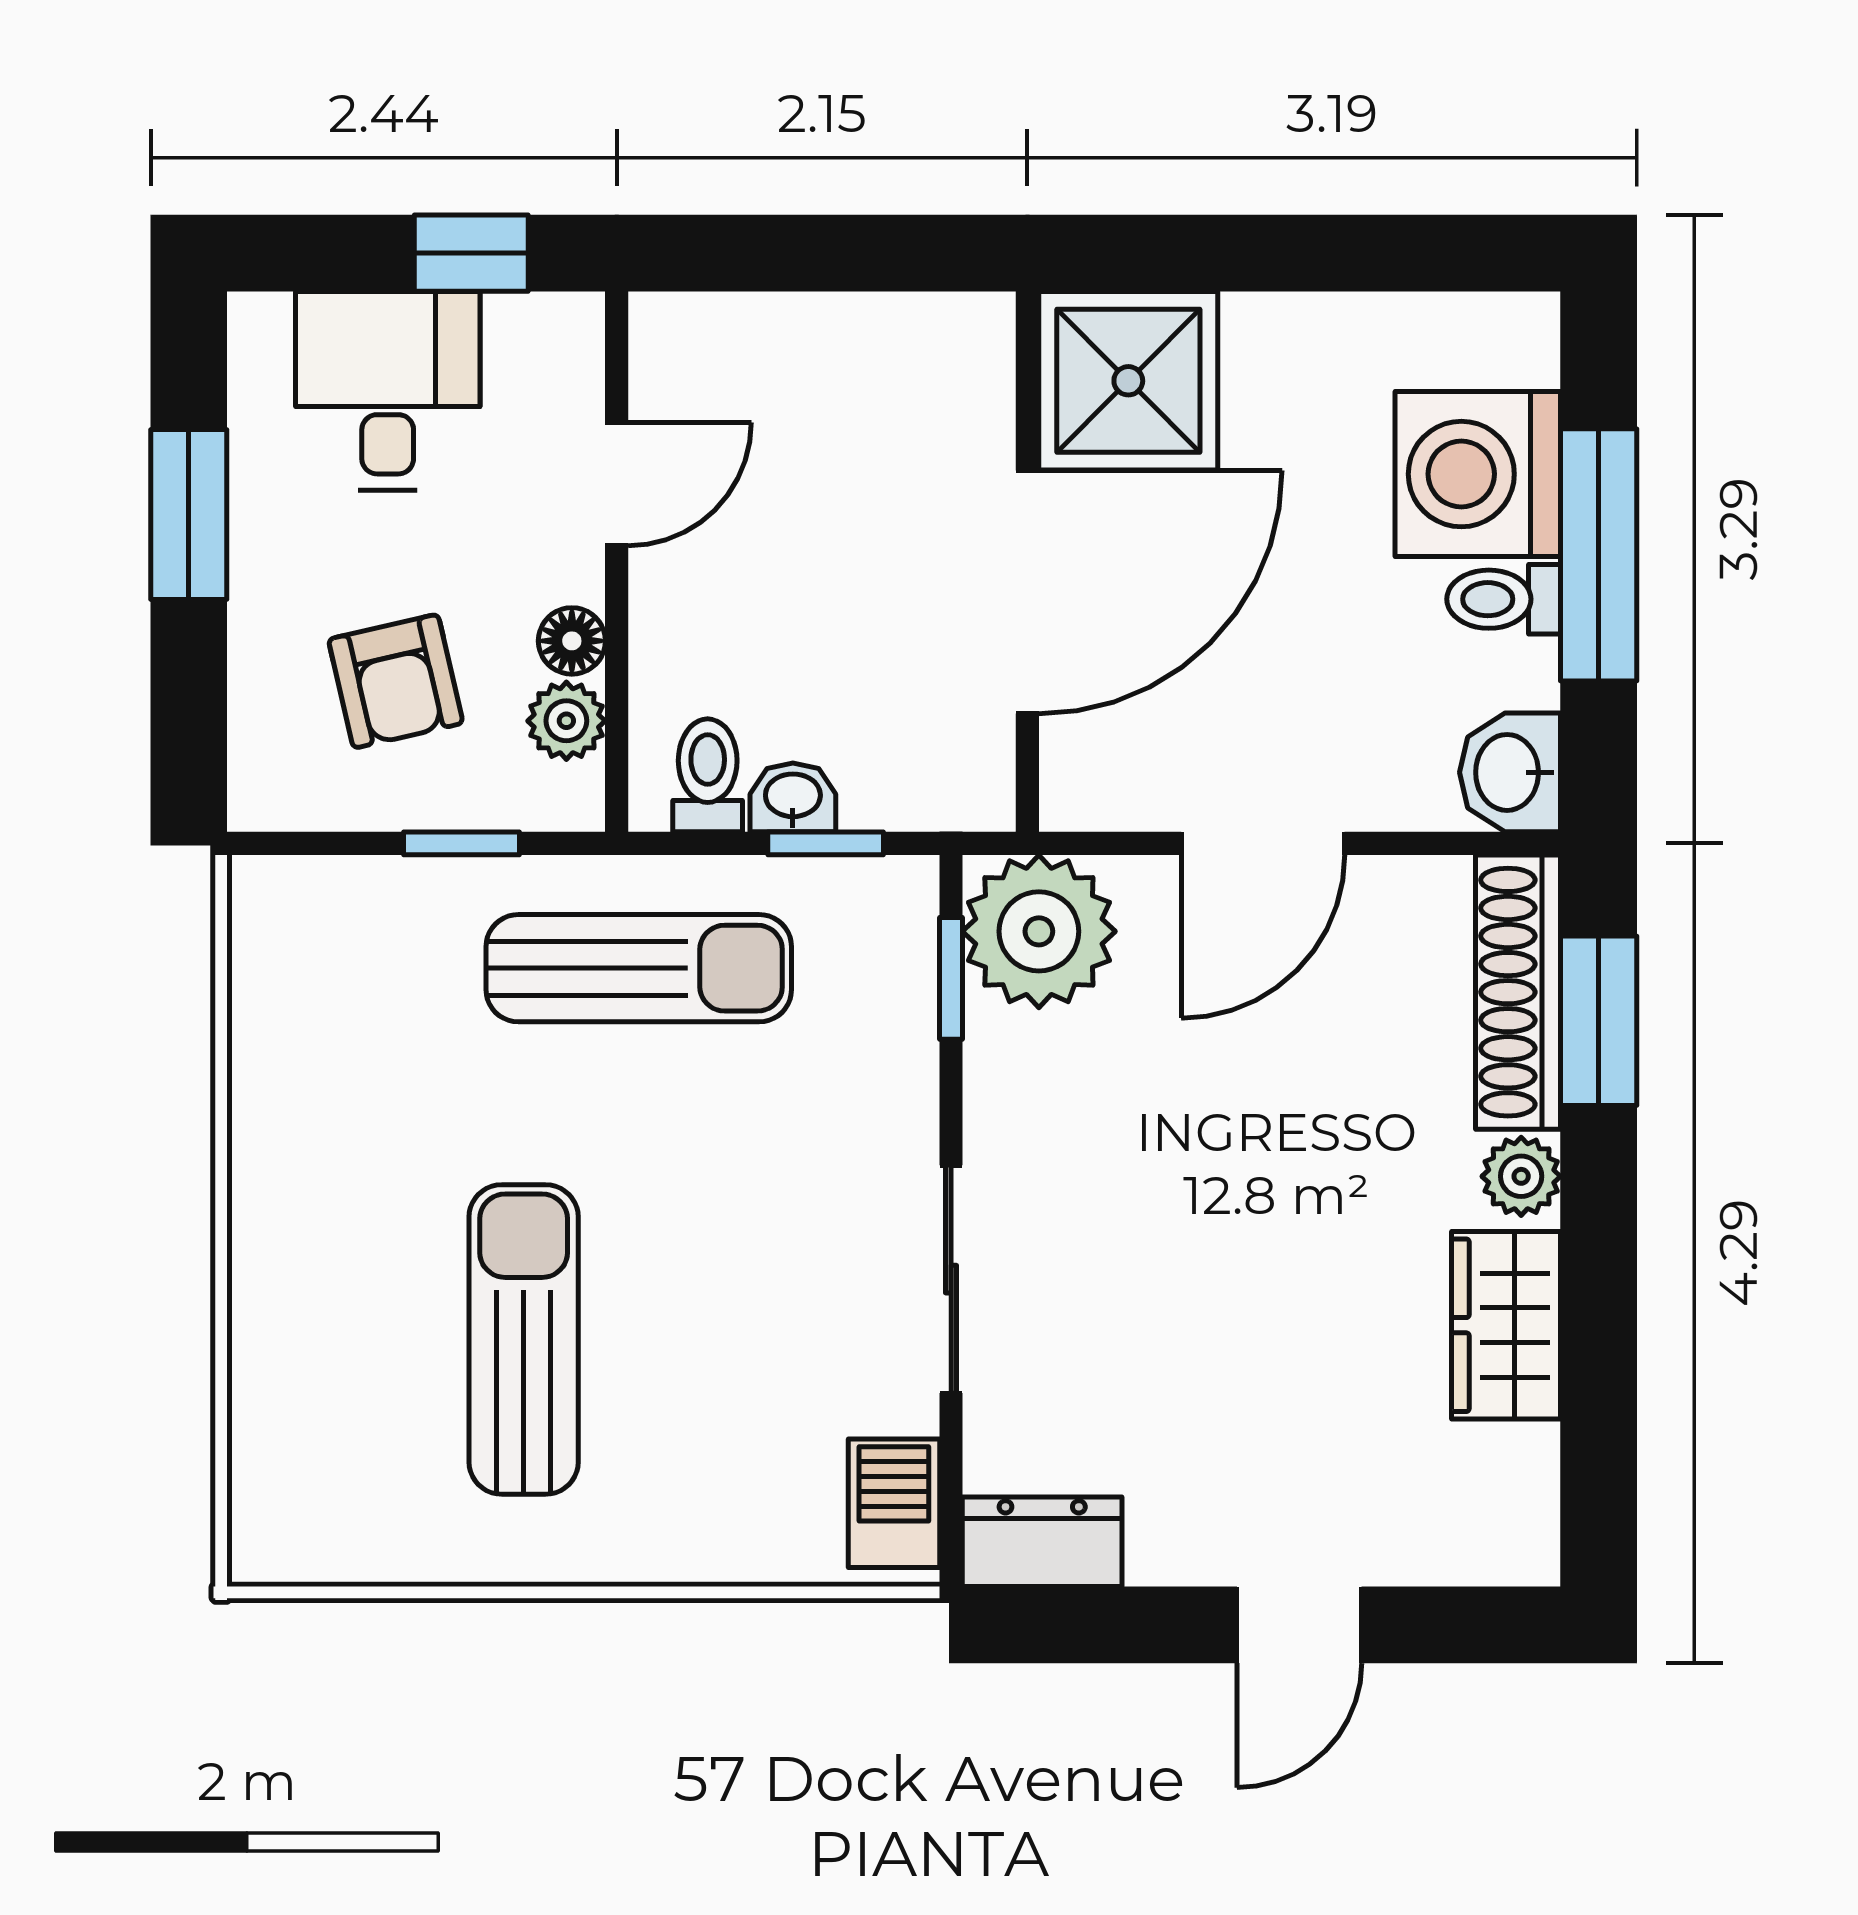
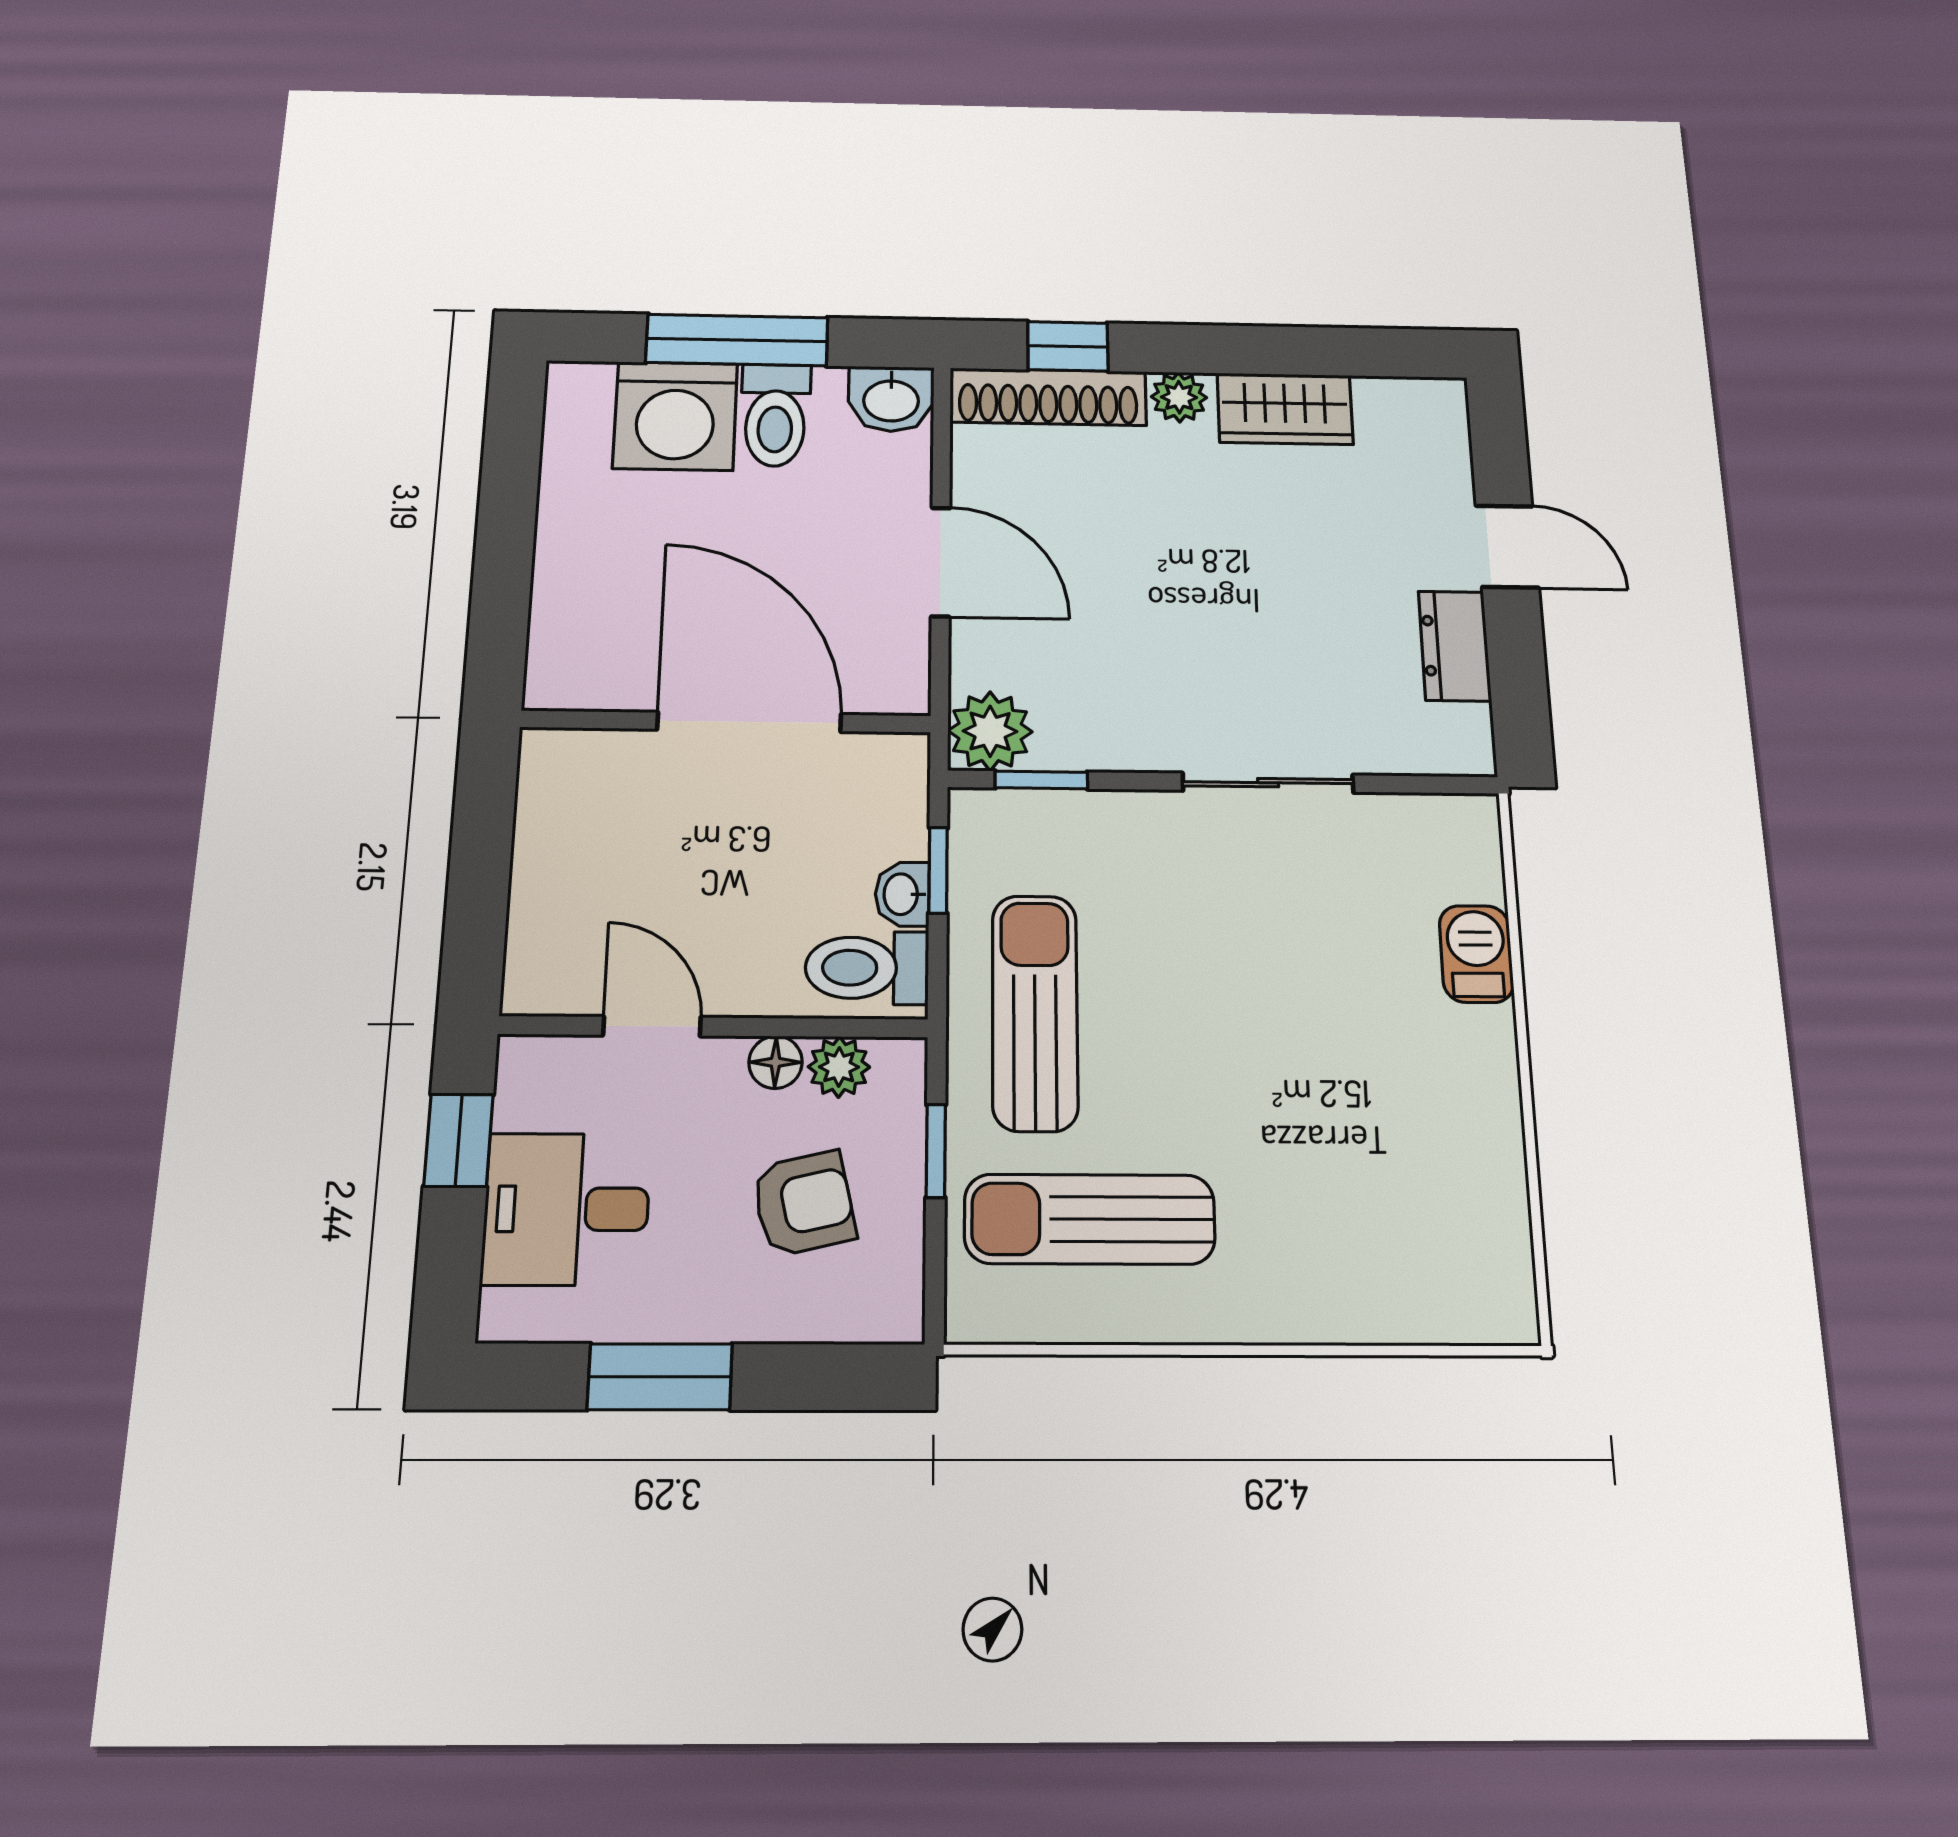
shower: (1128, 381) -> (593, 649), removed
toilet: (1504, 599) -> (775, 415), width x1.37, depth x1.39
toilet: (708, 775) -> (867, 968), width x1.37, depth x1.39
plant: (1039, 931) -> (990, 731), width x0.73, depth x0.73
window: (1599, 1021) -> (1068, 346), width x0.67
sun lounger: (524, 1339) -> (1090, 1219), moved
barbecue: (894, 1503) -> (1476, 954), moved, turned 90
dresser: (1042, 1542) -> (1455, 646), moved

